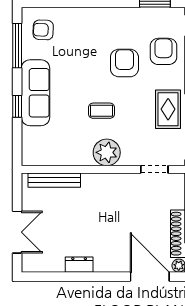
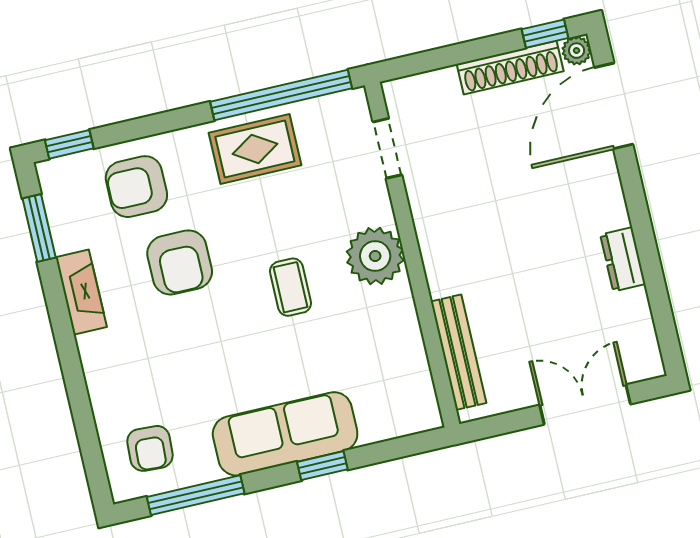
fireplace: (121, 15) -> (81, 292), added
armchair: (124, 63) -> (180, 262), turned -90

